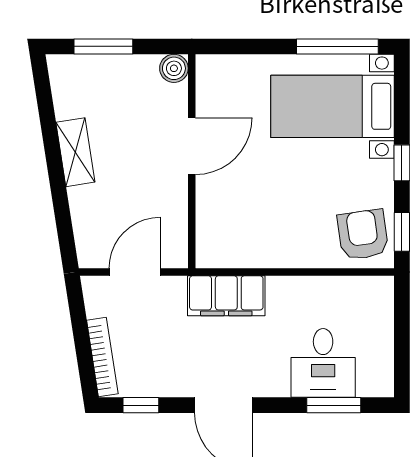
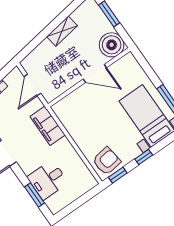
boiler: (174, 68) -> (112, 45), width x1.86, depth x1.86
door: (135, 272) -> (32, 85), swing flipped

